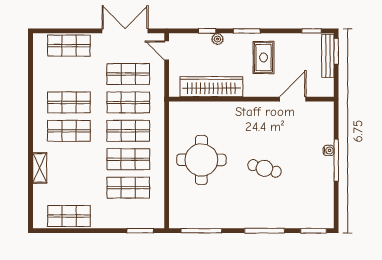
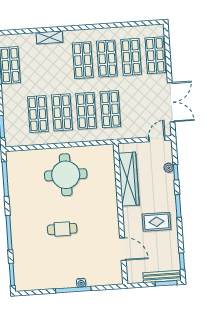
plant: (217, 39) -> (169, 168), moved
shop shelf: (128, 74) -> (131, 57), moved
cafe table: (264, 168) -> (62, 229), turned 74

